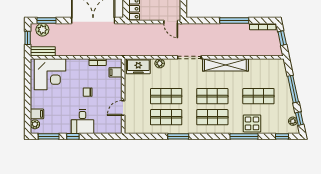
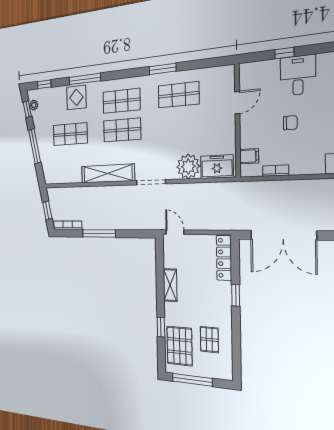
plant: (160, 63) -> (188, 166), width x1.88, depth x1.88
shop shelf: (166, 96) -> (179, 125), removed
window: (73, 136) -> (284, 53), moved

